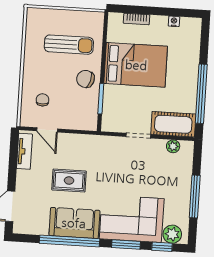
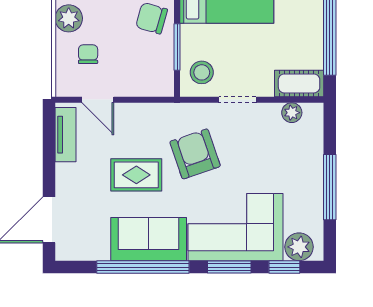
plant: (31, 76) -> (69, 18), added
stool: (116, 116) -> (202, 72), added
cot: (173, 124) -> (299, 83), width x0.73, depth x0.75
armchair: (108, 169) -> (195, 154), added

